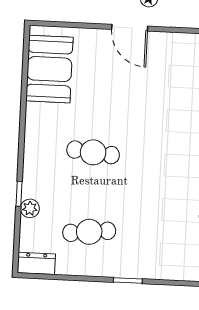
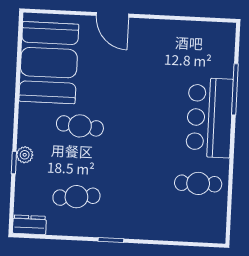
booth: (49, 69) -> (49, 63), width x1.36, depth x1.42
plant: (30, 208) -> (25, 155), moved

